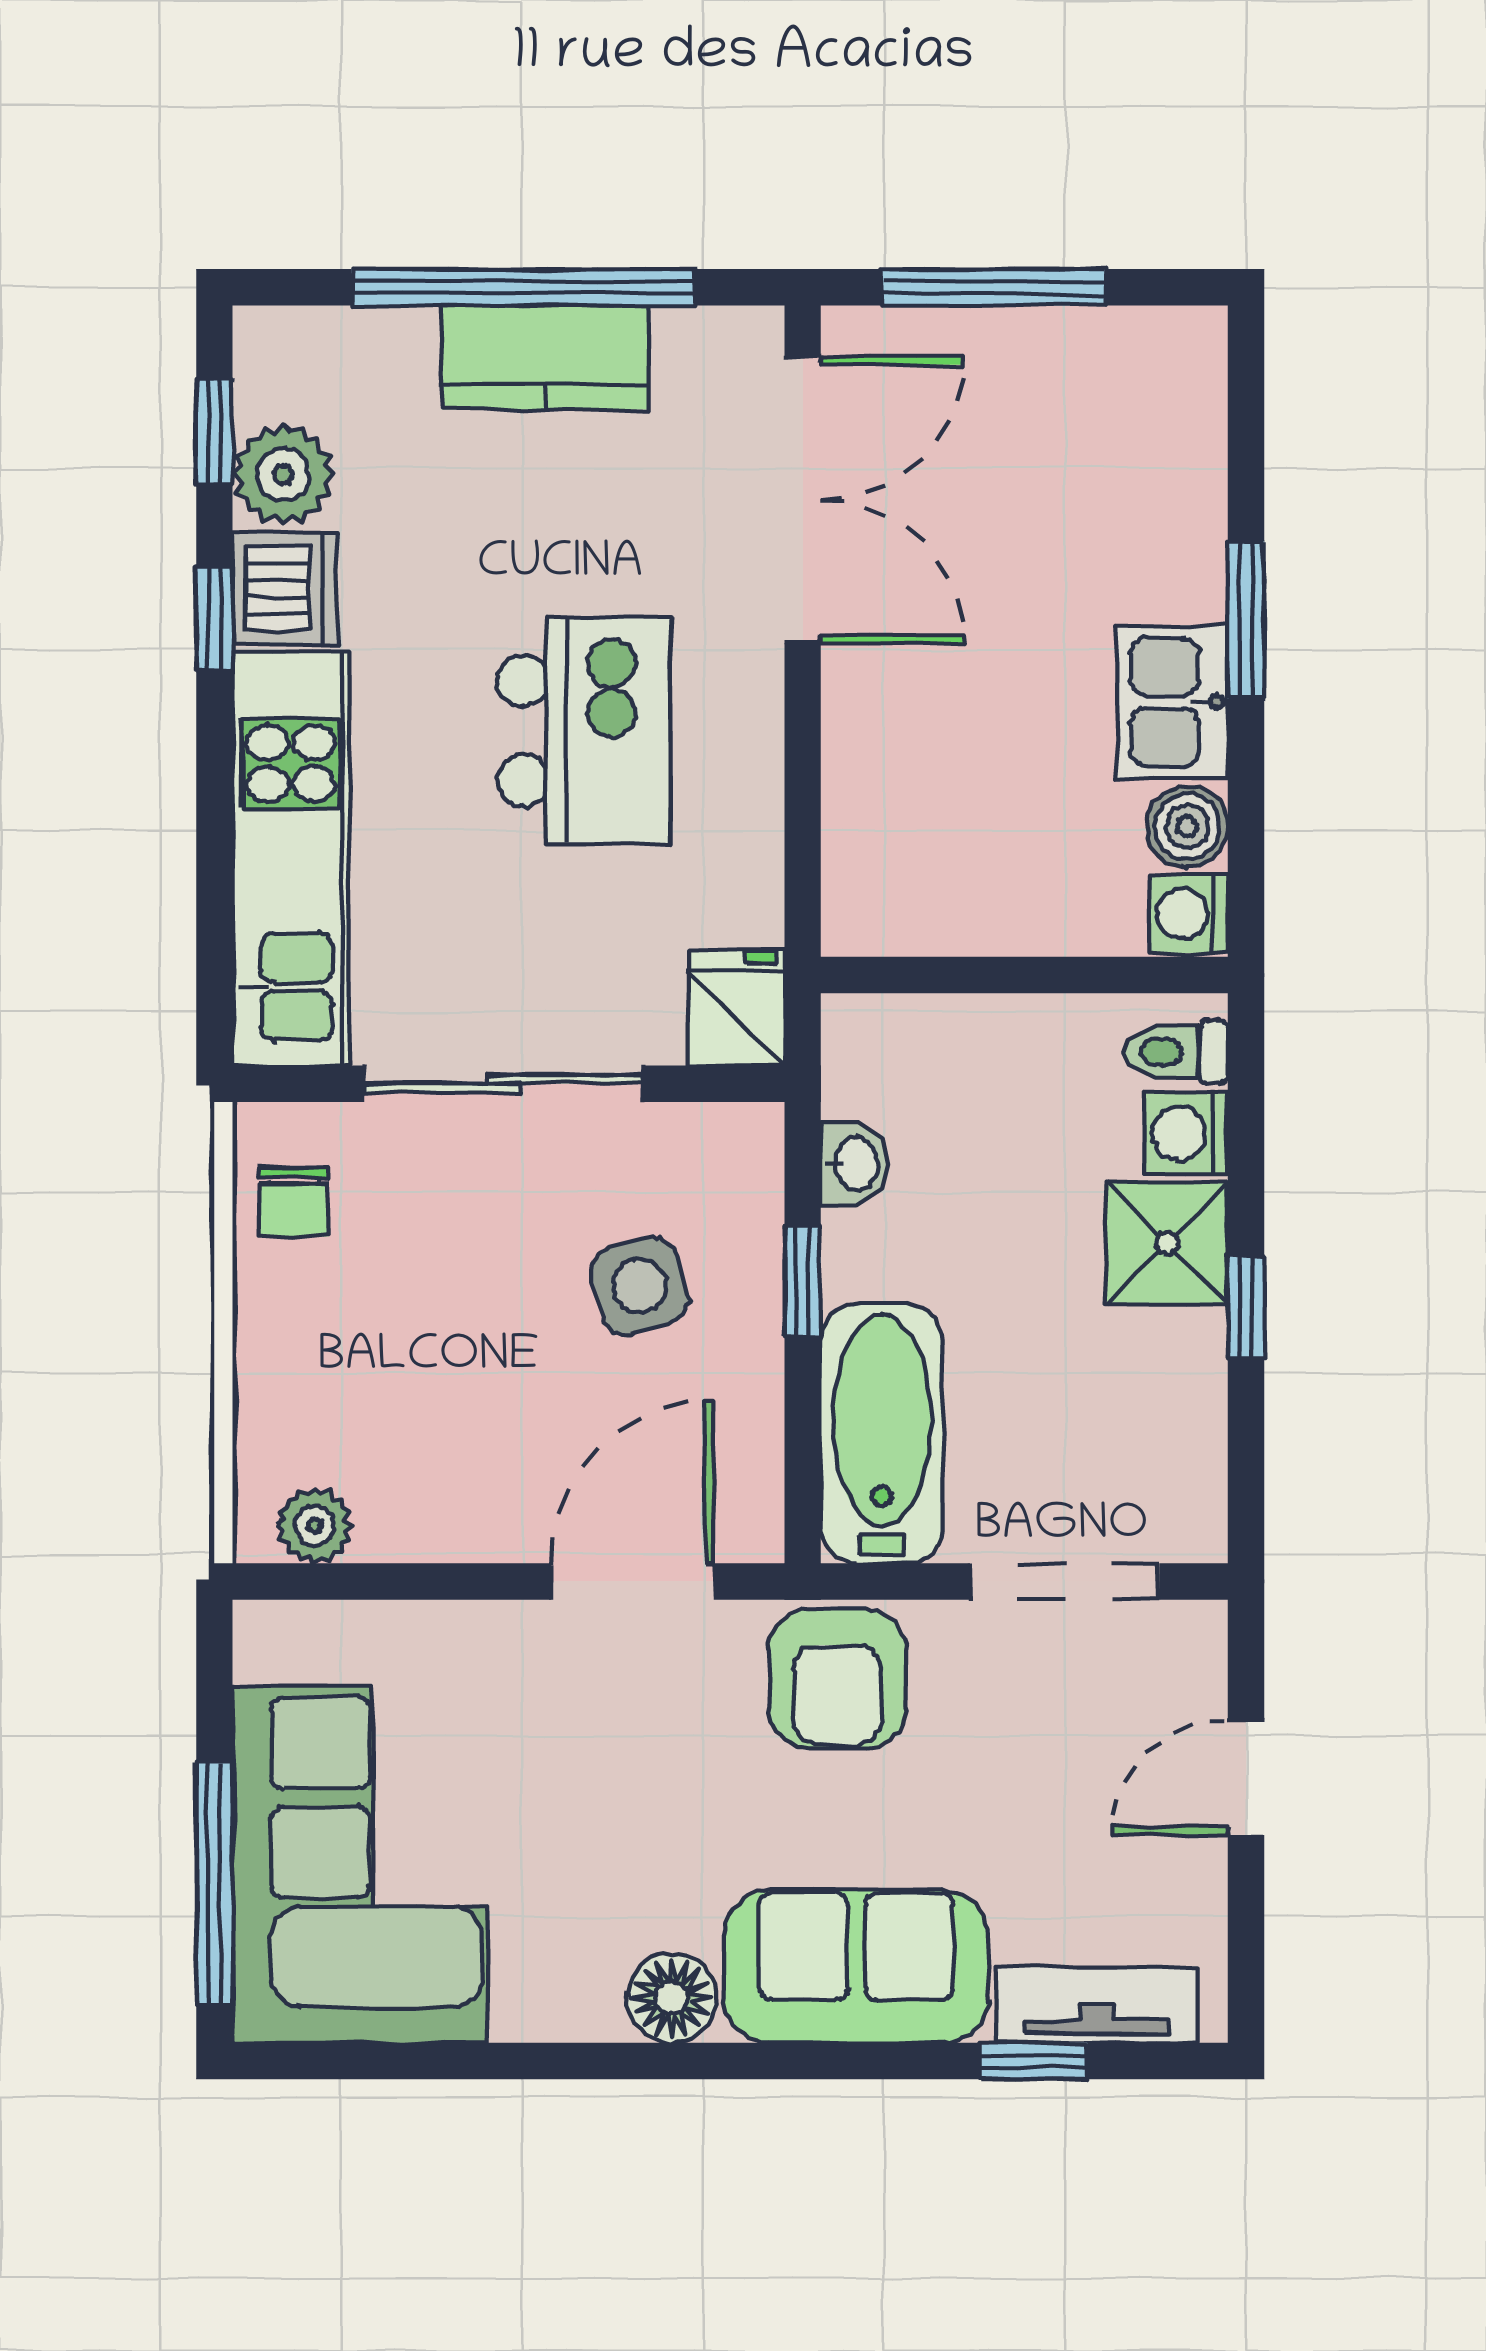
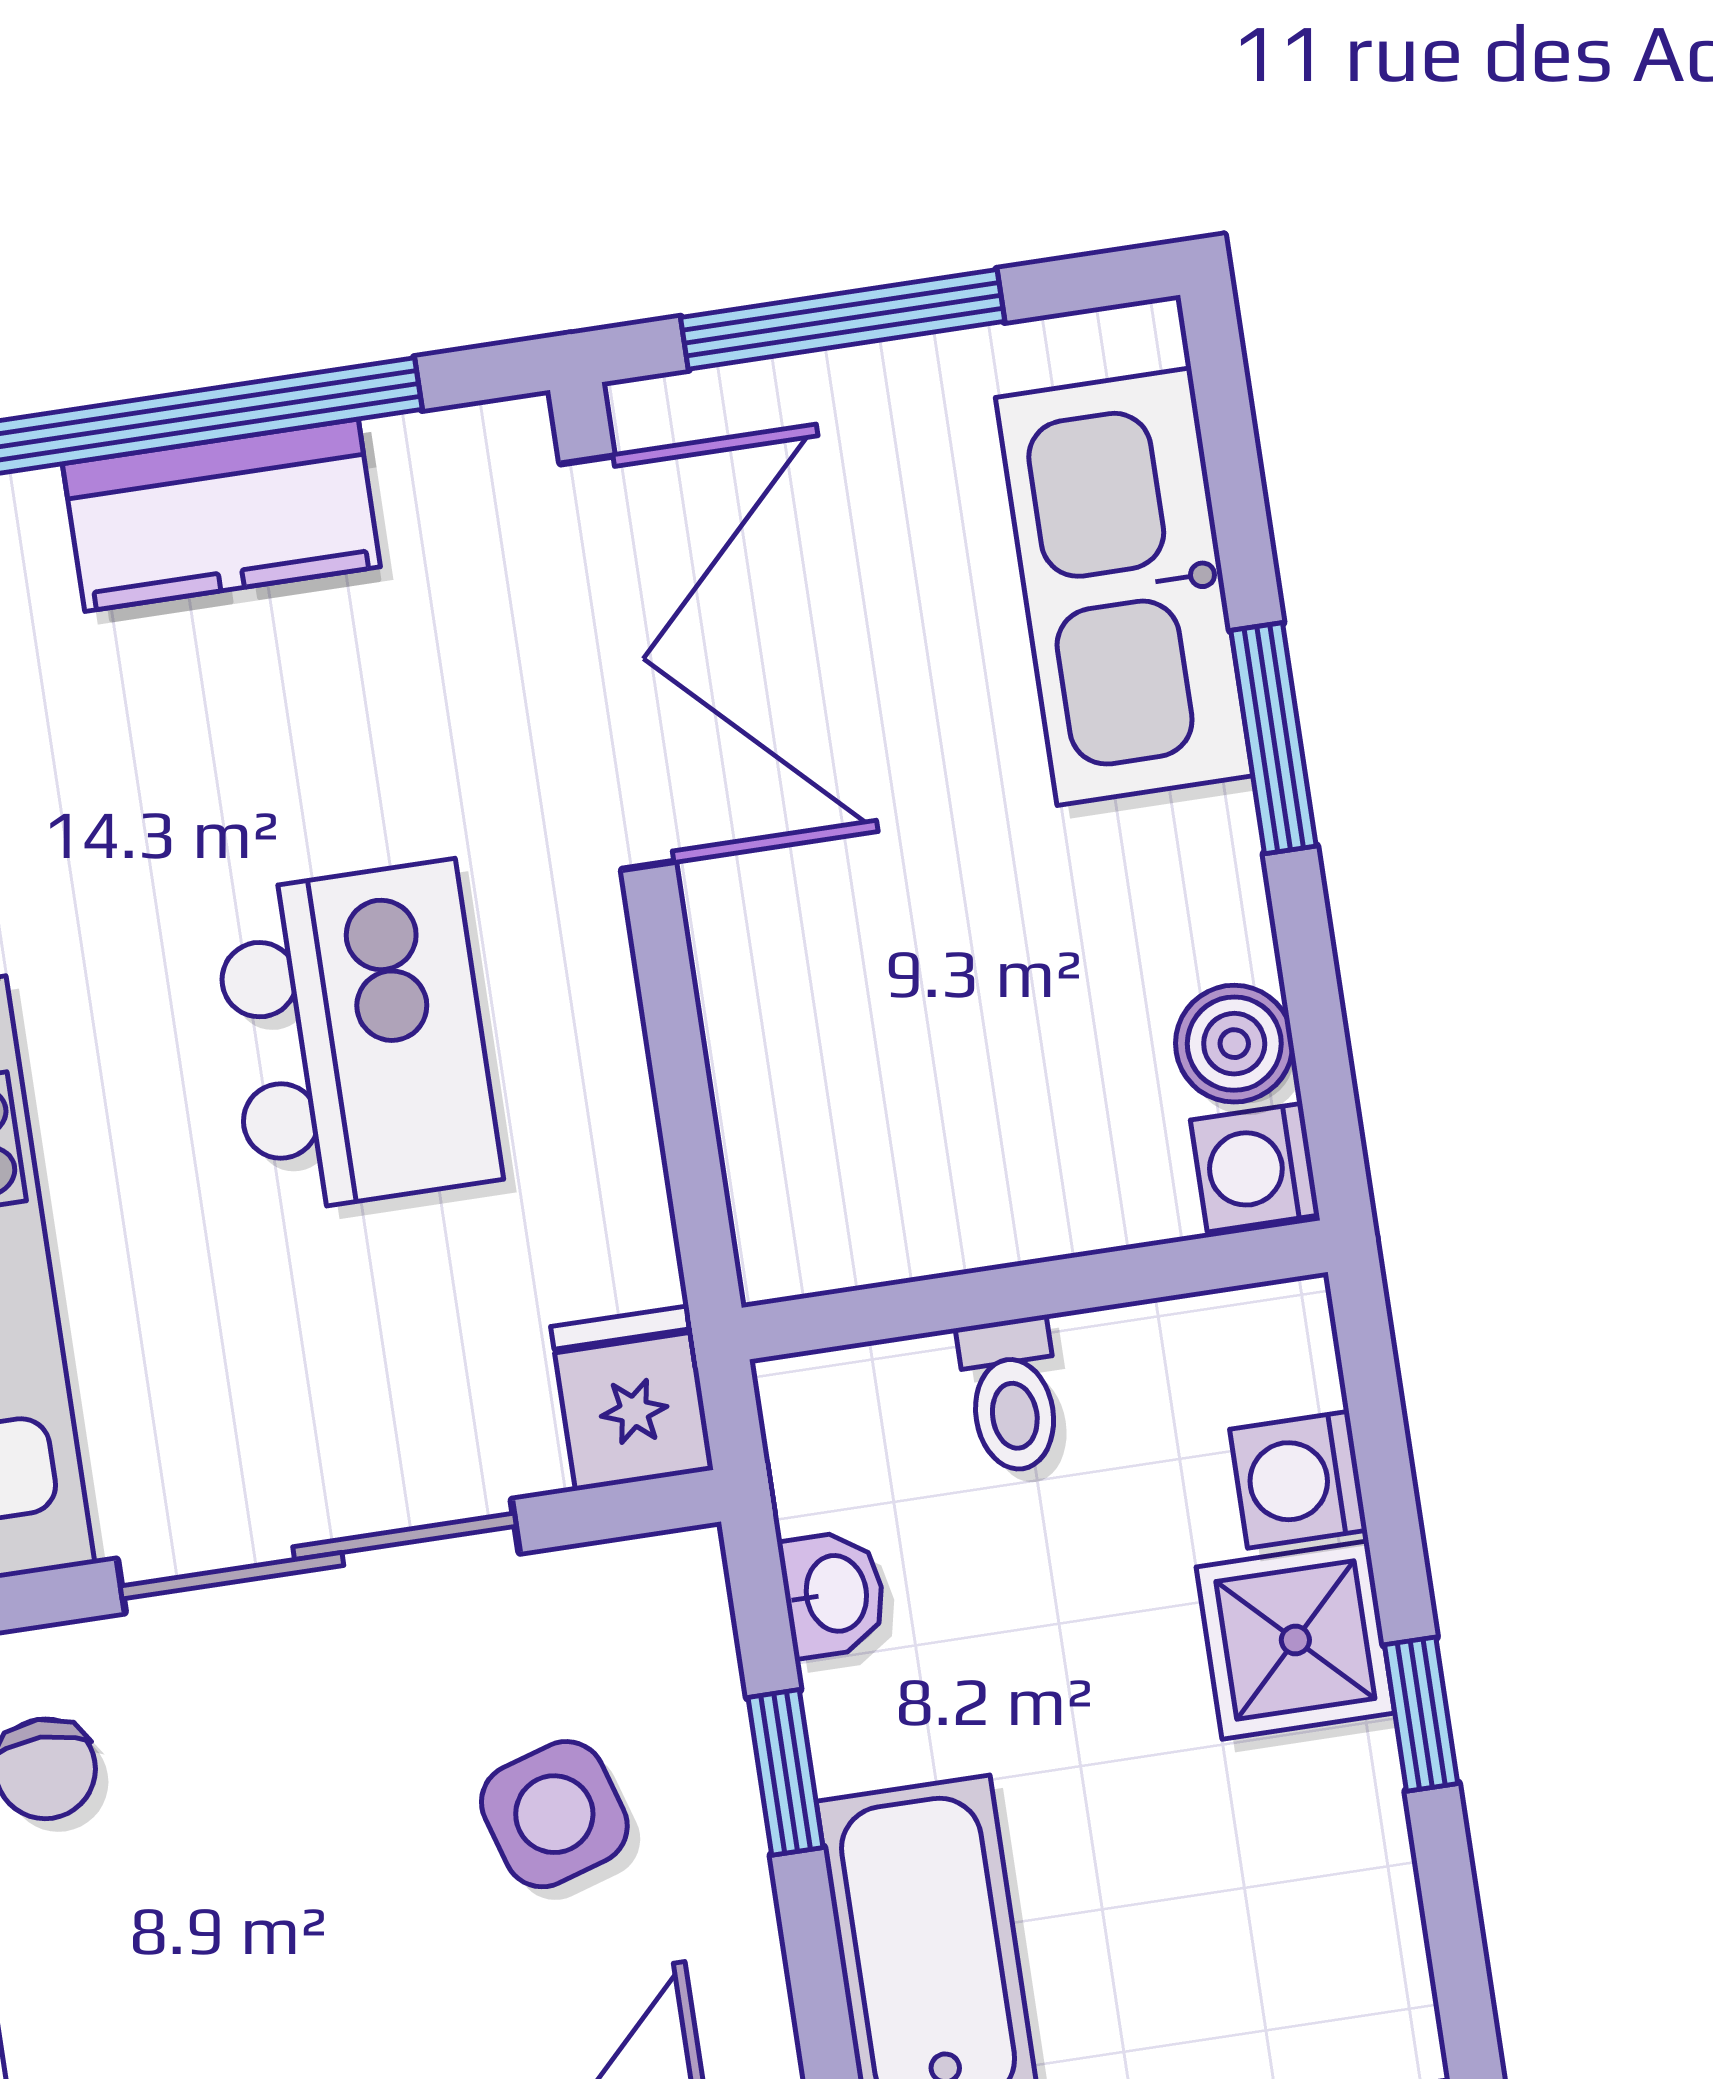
kitchen sink: (1172, 702) -> (1124, 587), moved, width x1.88, depth x1.24
toilet: (1176, 1052) -> (1012, 1395), moved, turned -90

